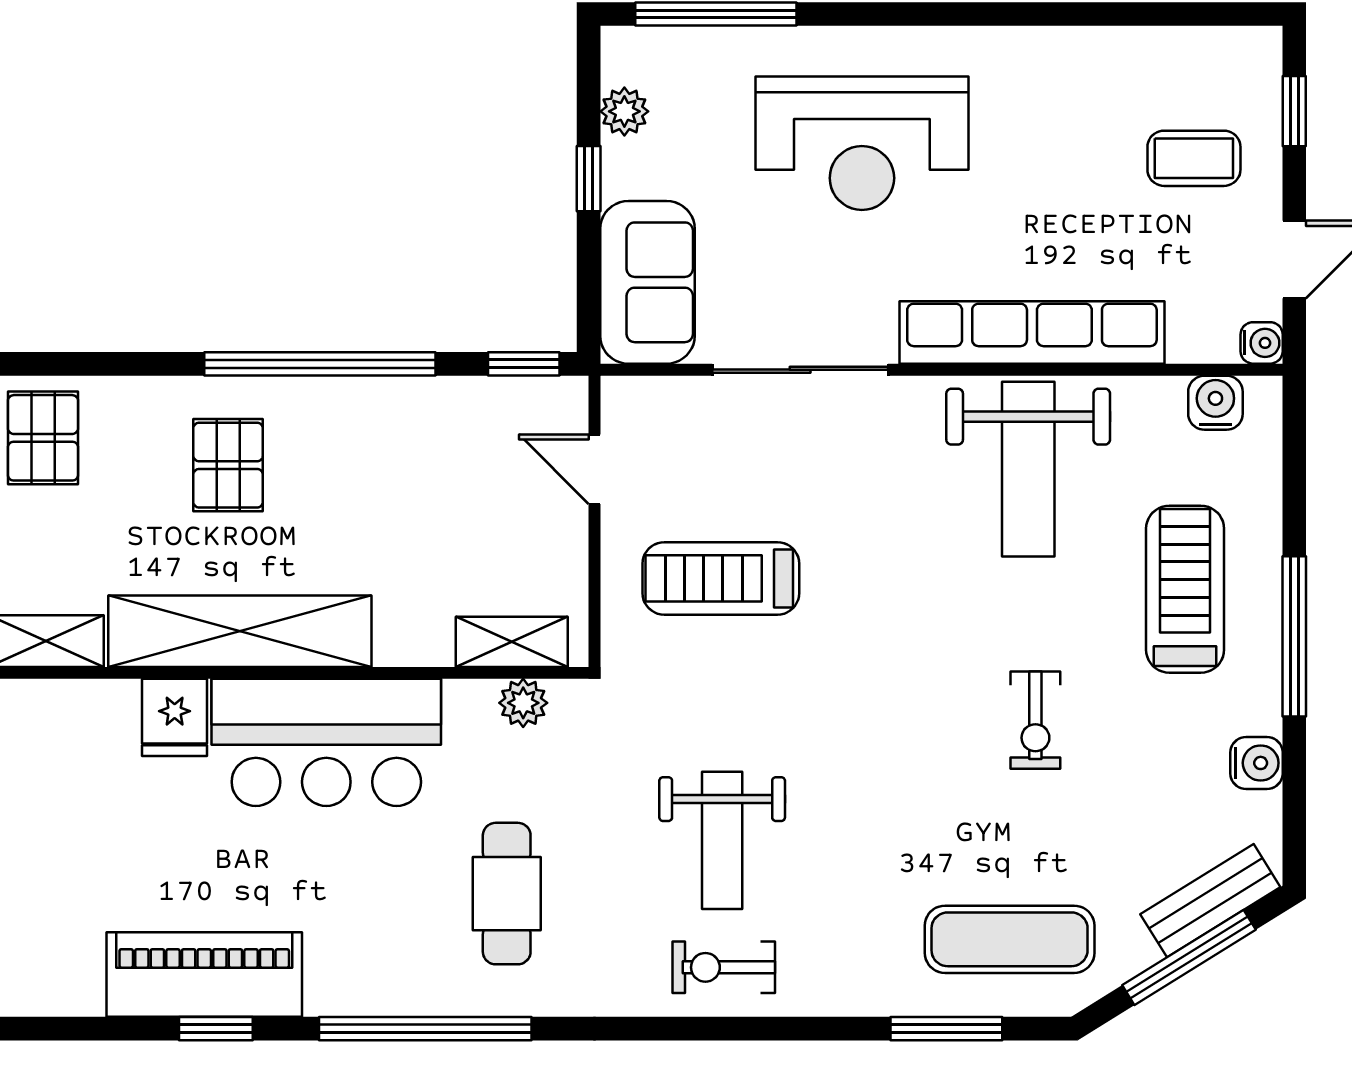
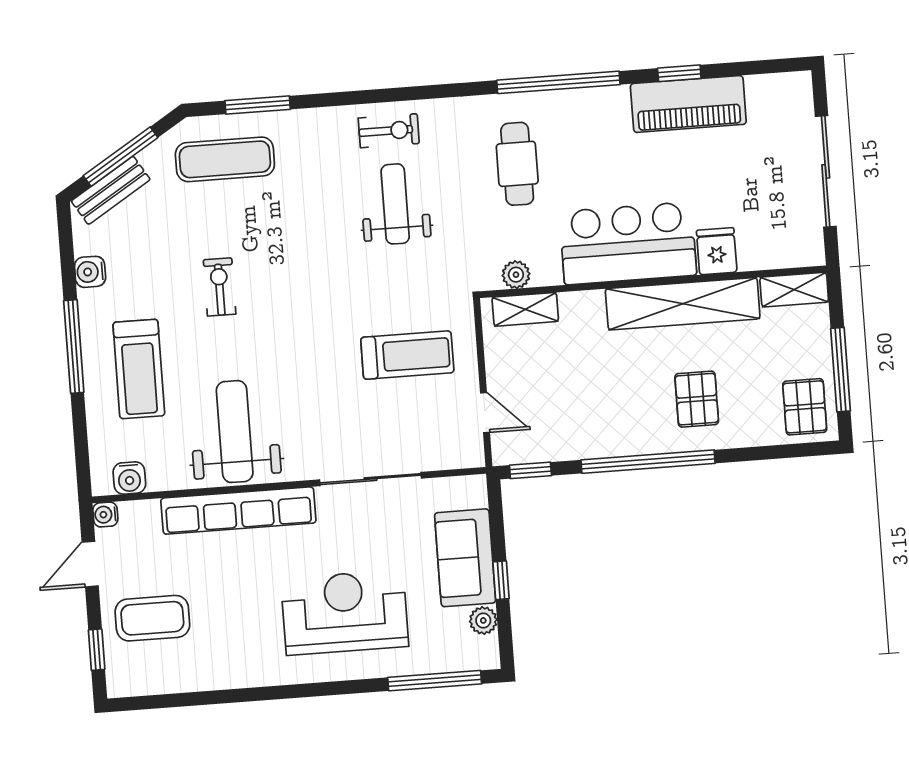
coffee table: (1194, 158) -> (152, 618), width x1.36, depth x1.30
sofa: (647, 282) -> (465, 558), moved

